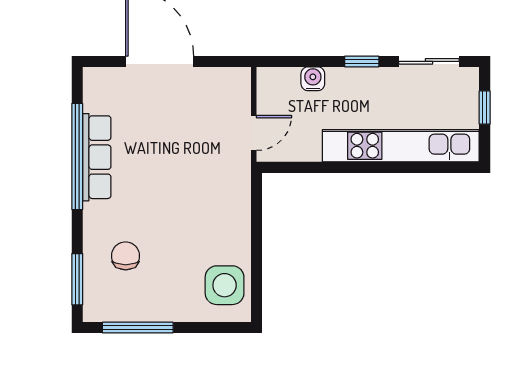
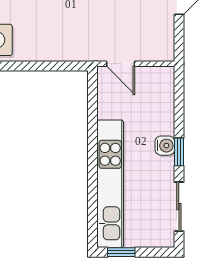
water cooler: (313, 79) -> (165, 146), moved
window: (485, 108) -> (121, 252), moved

